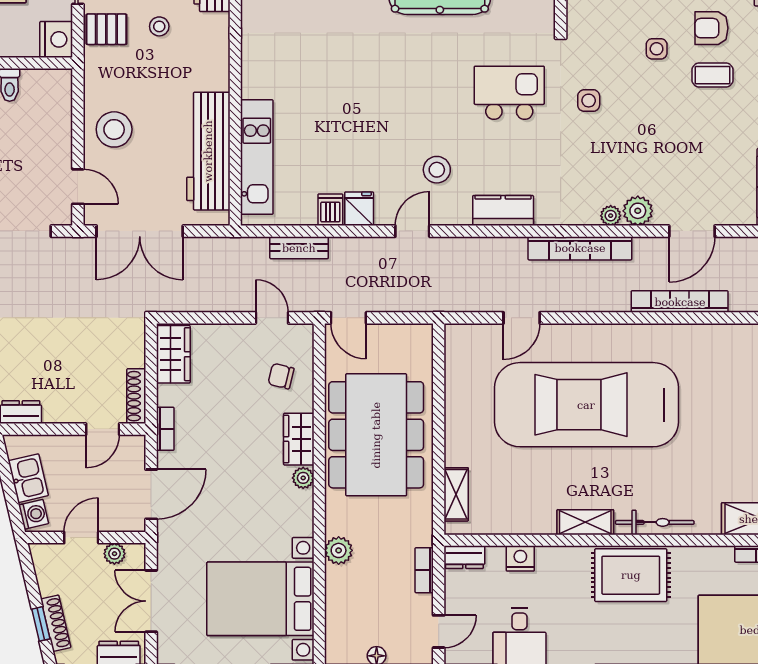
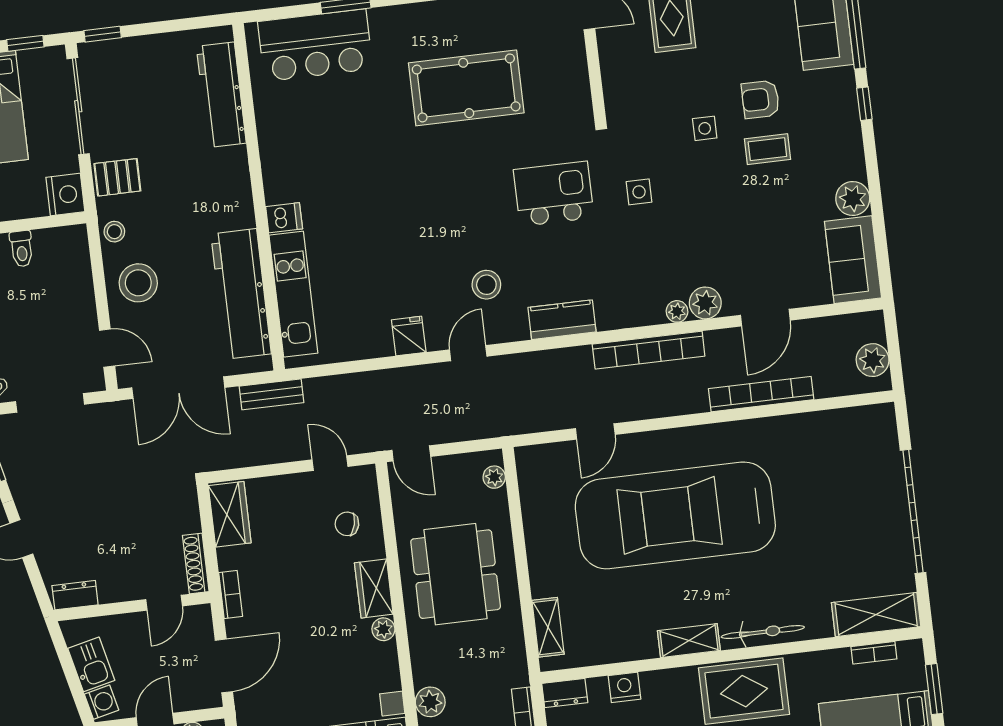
stool: (159, 26) -> (114, 232), moved
dishwasher: (330, 210) -> (284, 218), moved, turned 90
bench: (299, 248) -> (272, 394), moved
plant: (423, 349) -> (494, 477), added
dining table: (376, 435) -> (456, 574), width x0.73, depth x0.80

